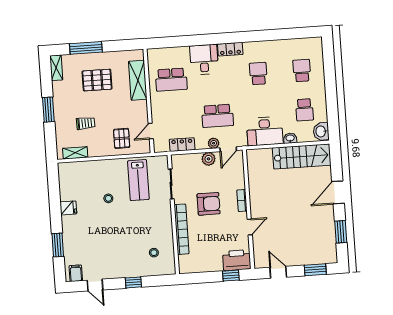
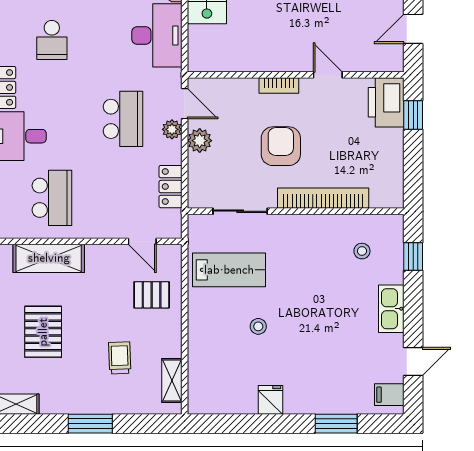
school desk: (258, 74) -> (52, 40), turned -90
kitchen sink: (123, 271) -> (391, 309), added
window: (133, 282) -> (413, 257), moved

